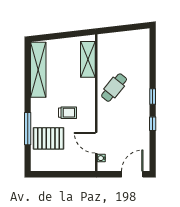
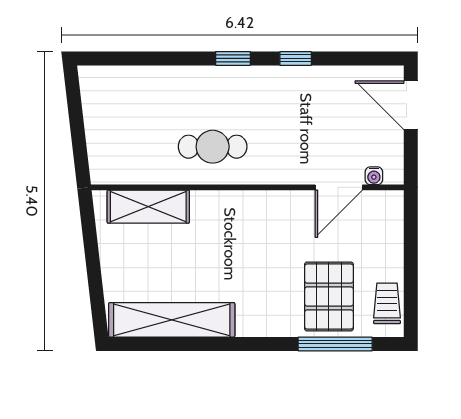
cafe table: (114, 88) -> (213, 147), turned -39
trolley: (68, 113) -> (387, 303), moved
window: (28, 129) -> (335, 344), moved

